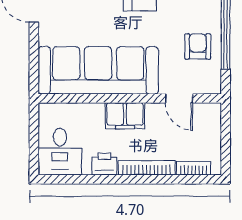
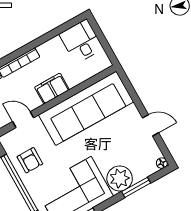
printer: (104, 164) -> (48, 50), removed

